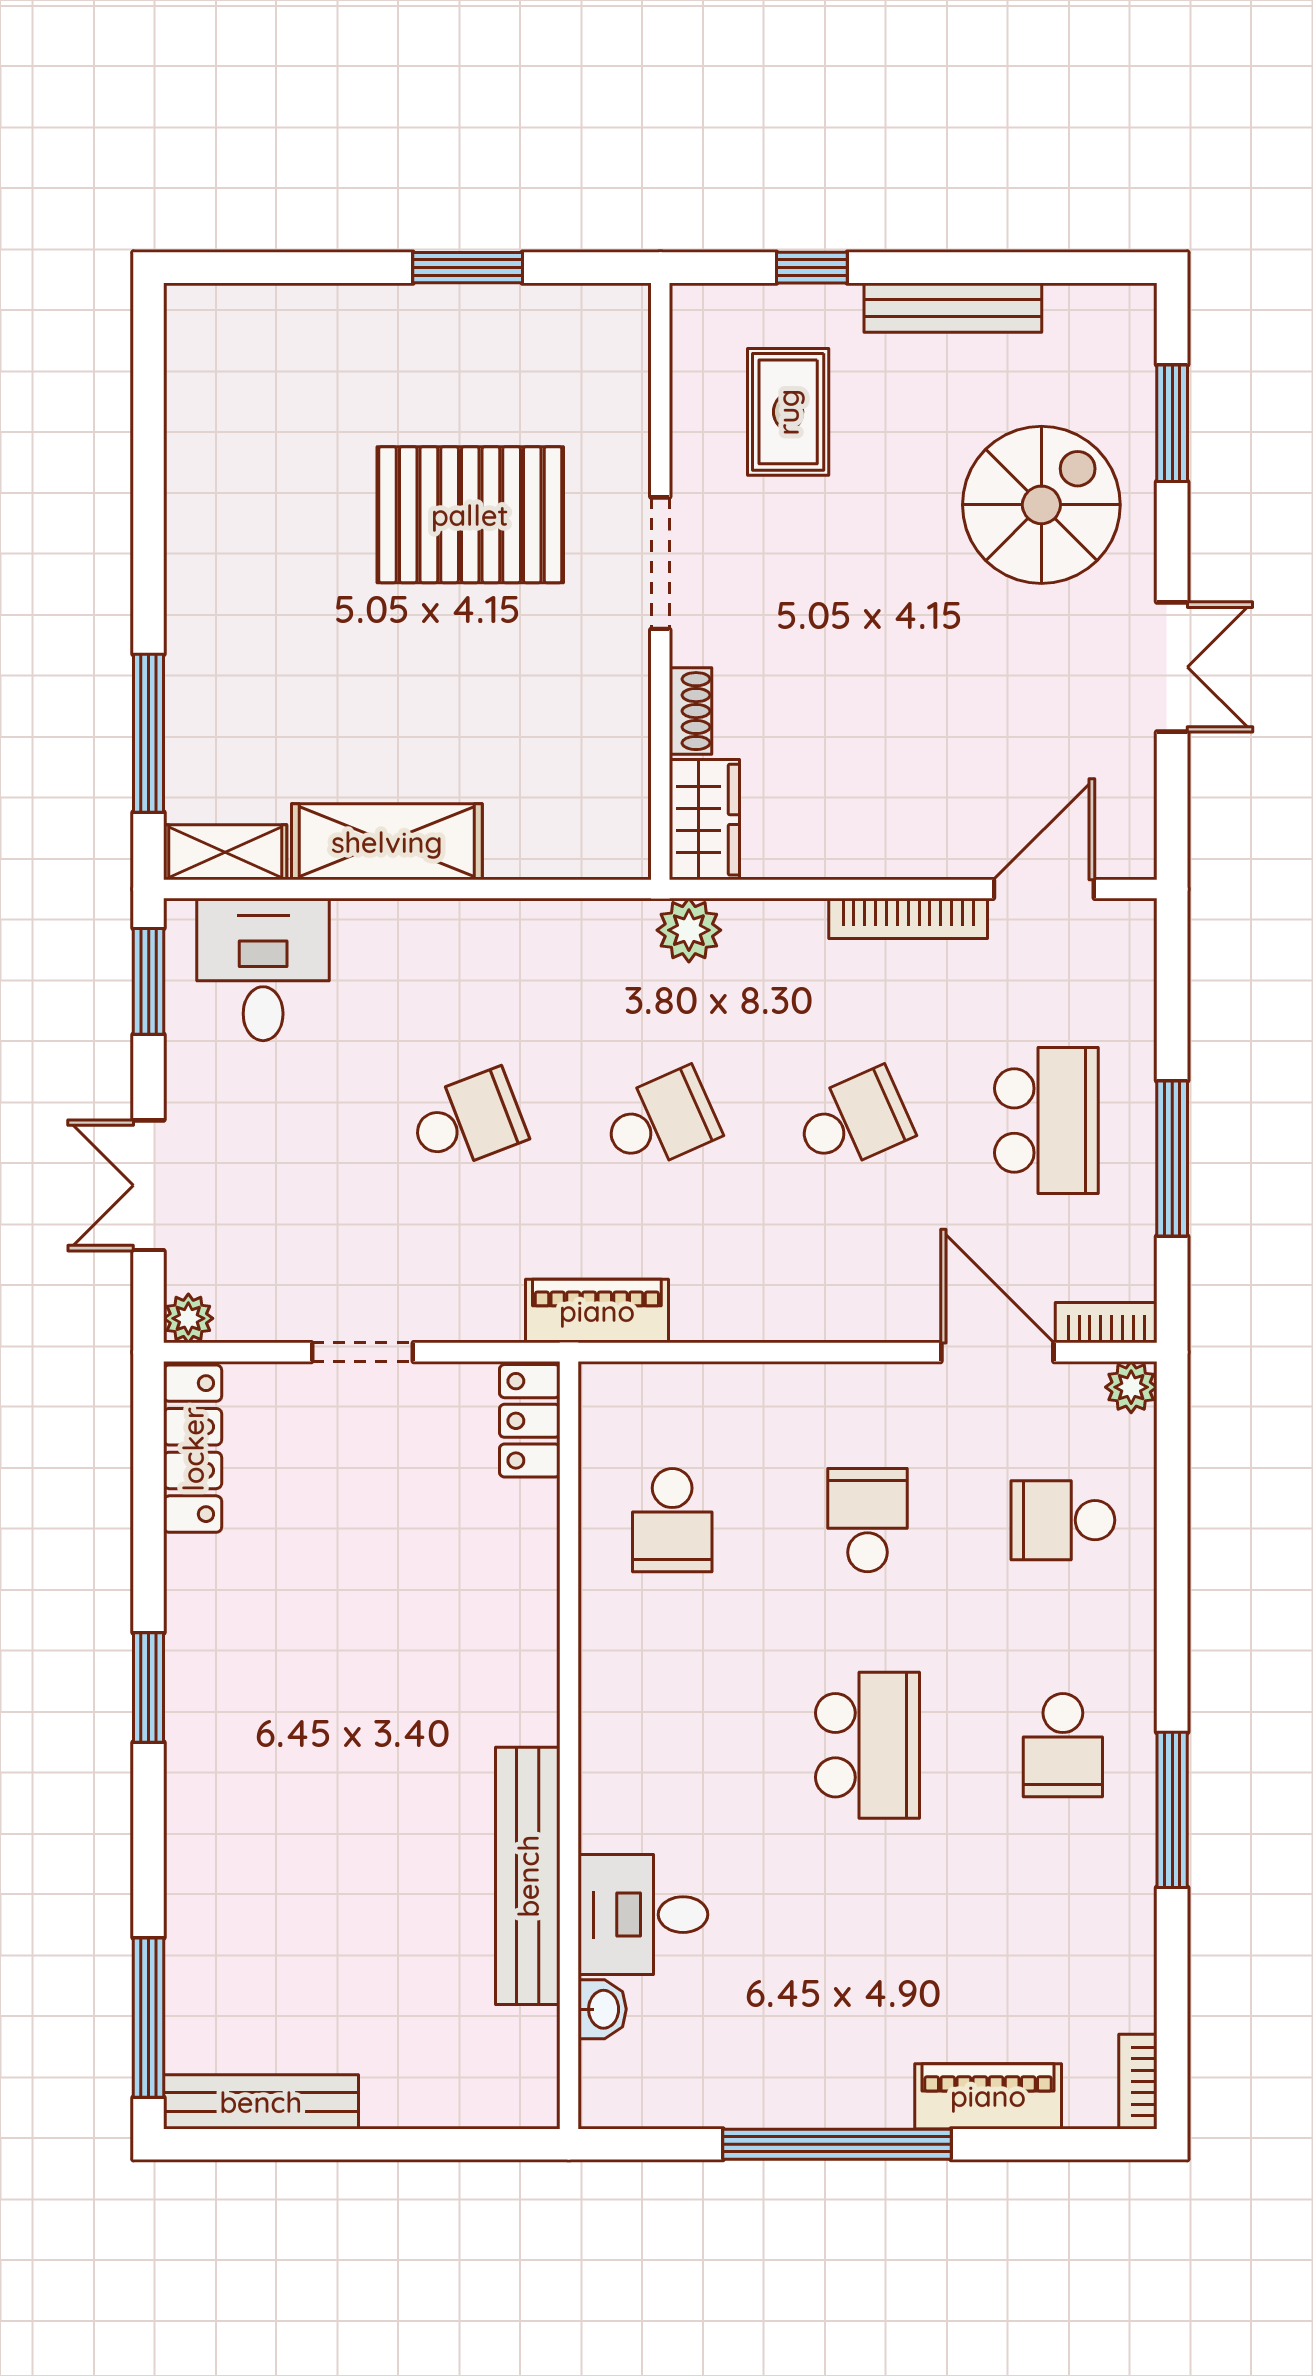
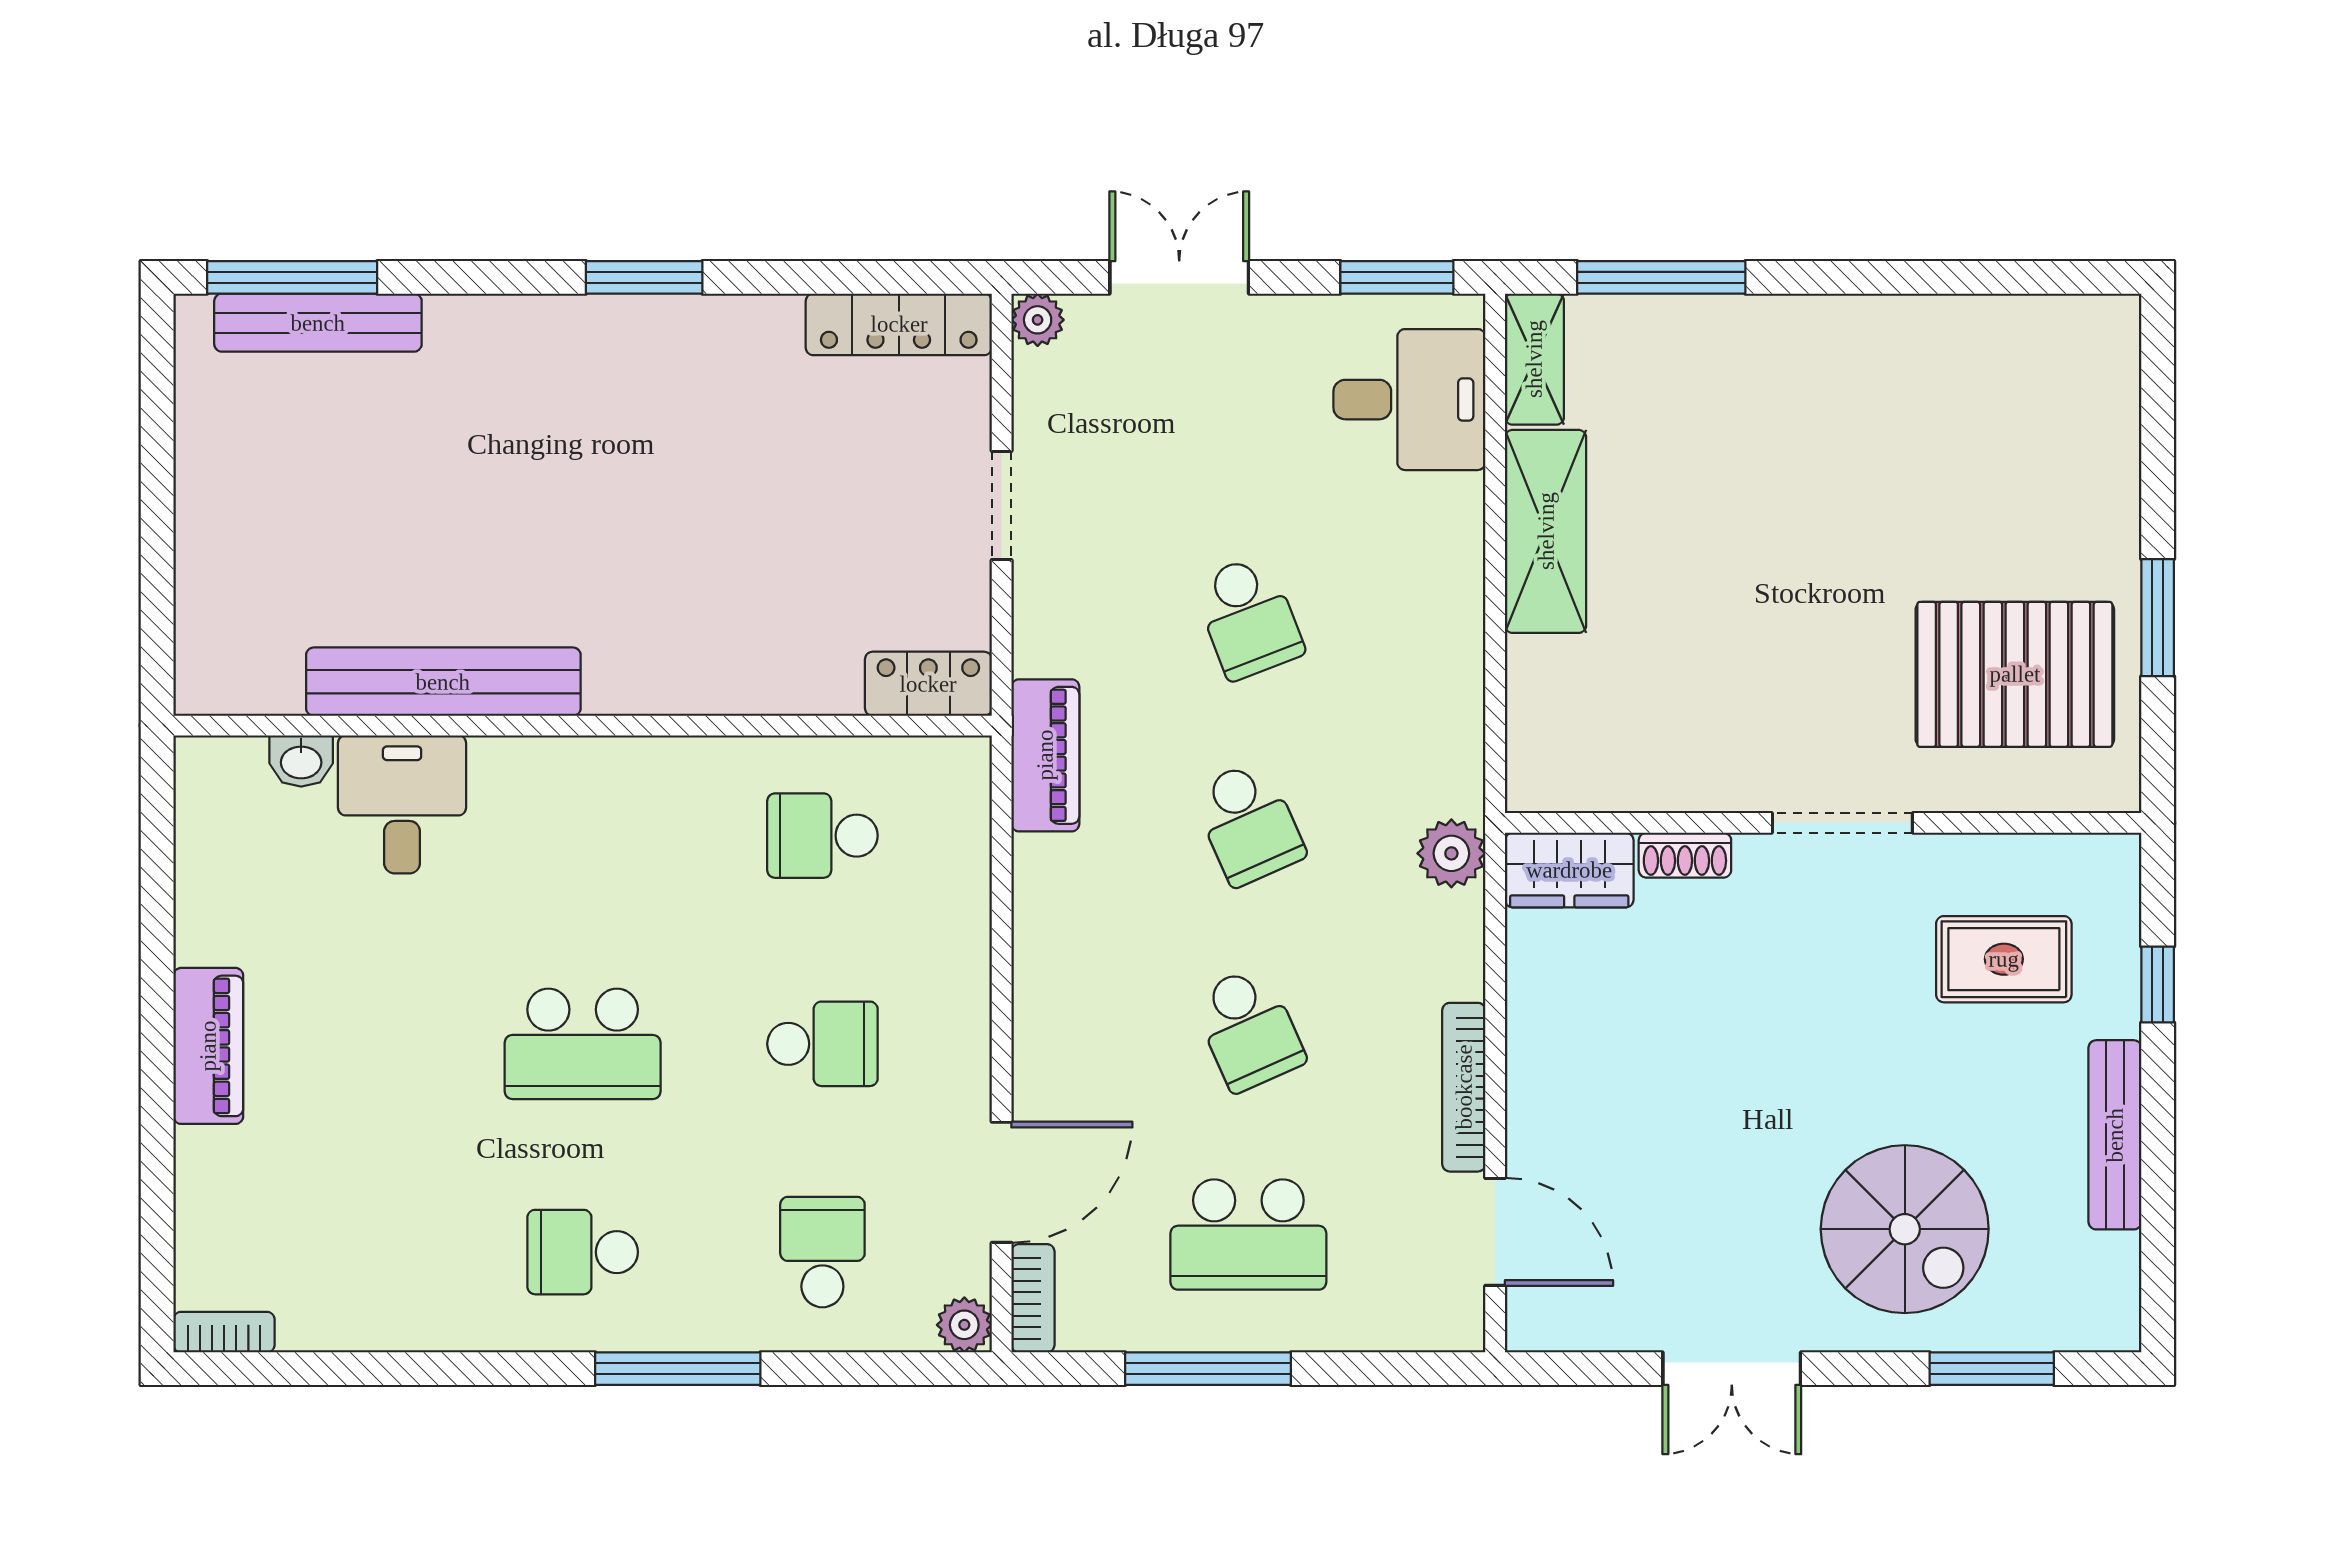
pallet: (470, 515) -> (2015, 674), moved, turned 90
window: (1172, 1810) -> (678, 1369), moved
piano: (988, 2096) -> (208, 1046), moved
bench: (261, 2102) -> (318, 323), moved, turned 90
window: (837, 2144) -> (157, 1011), removed

